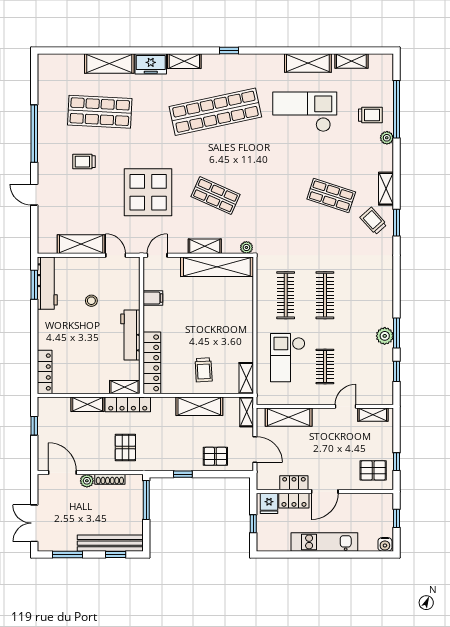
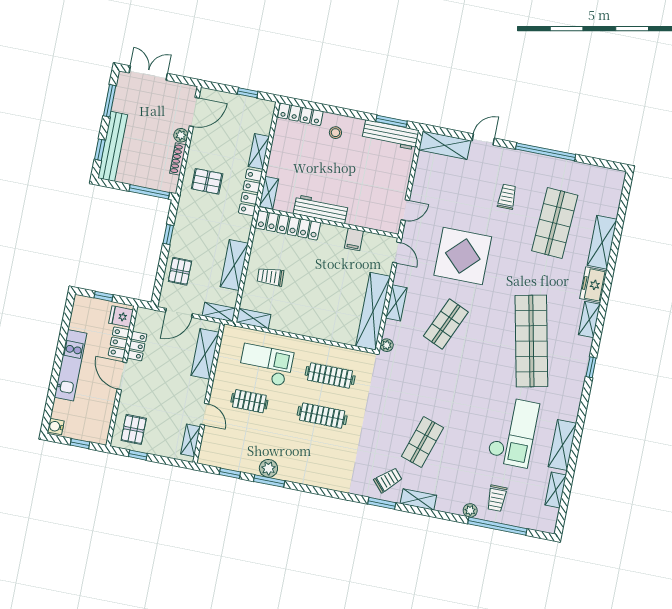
shelving: (81, 244) -> (445, 145), moved, turned 90
stool: (91, 301) -> (335, 133), moved

